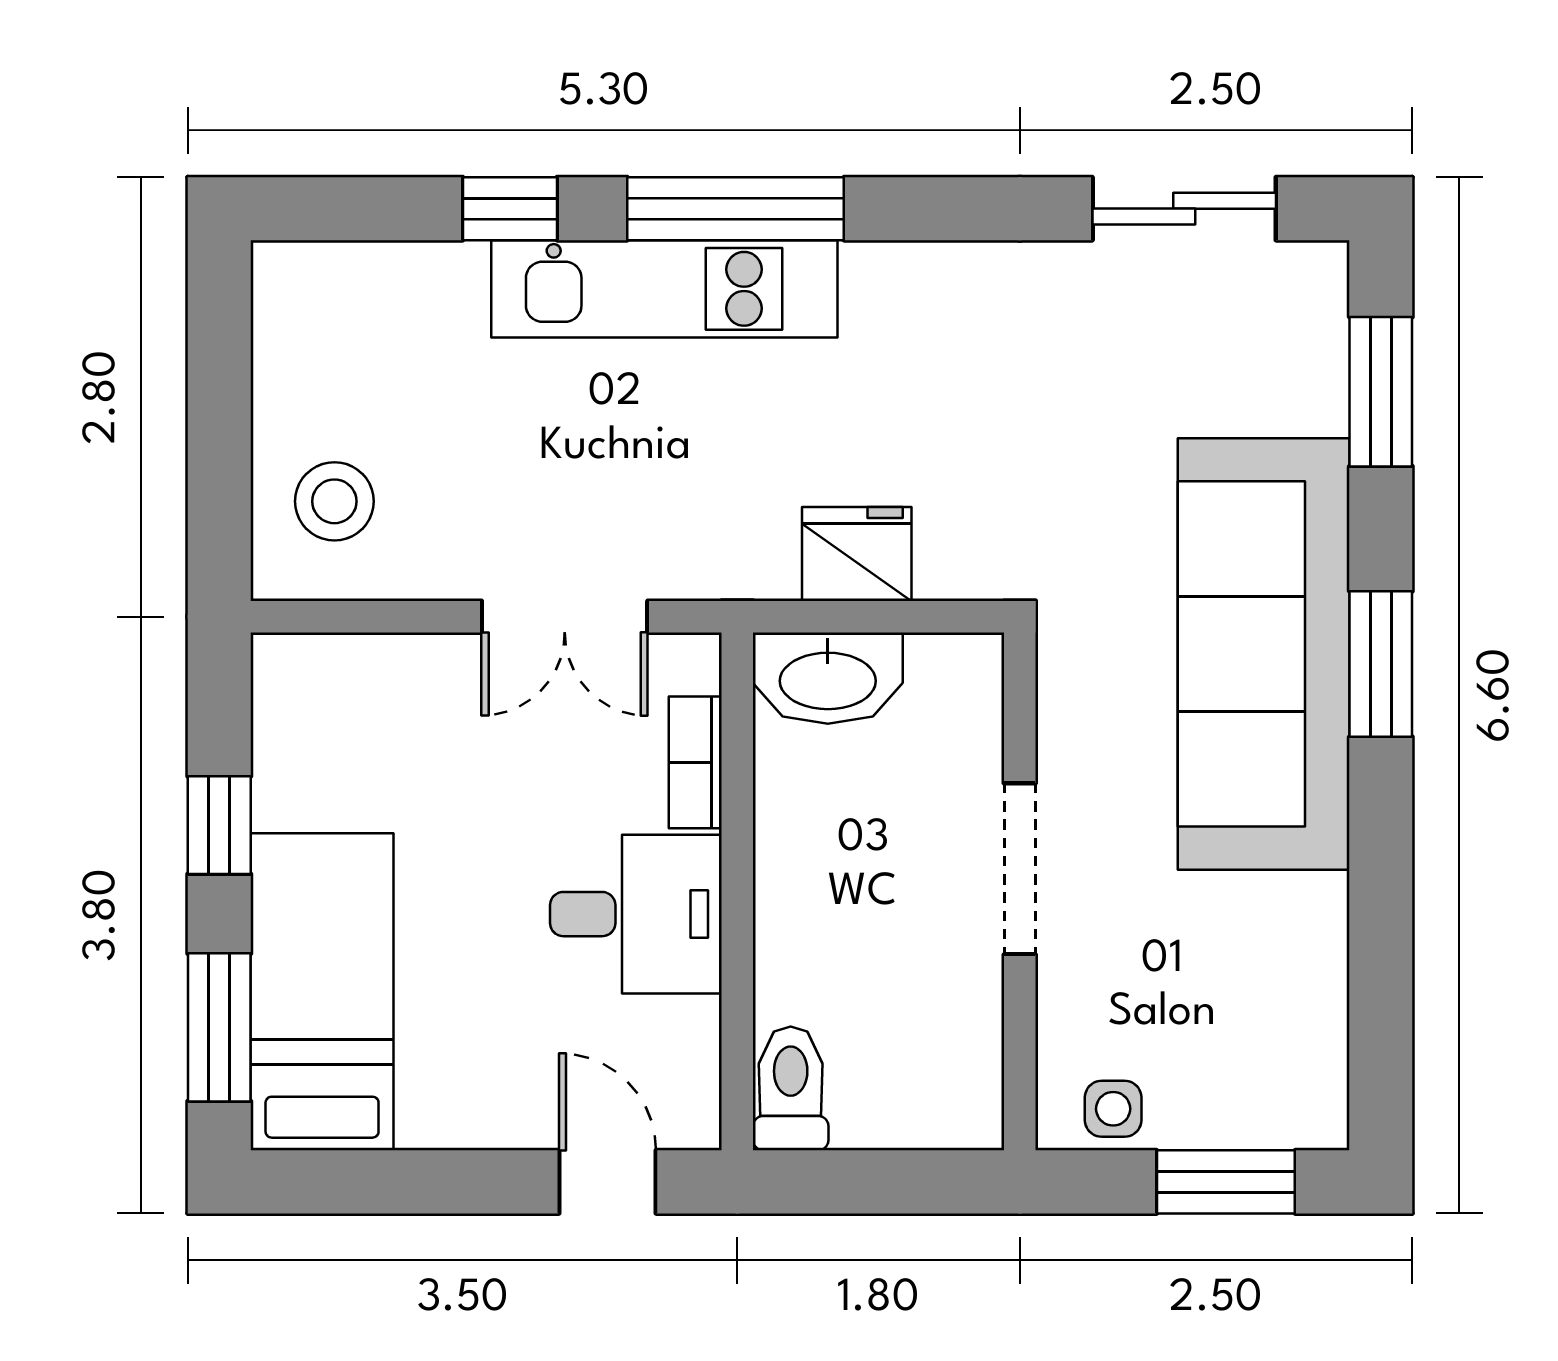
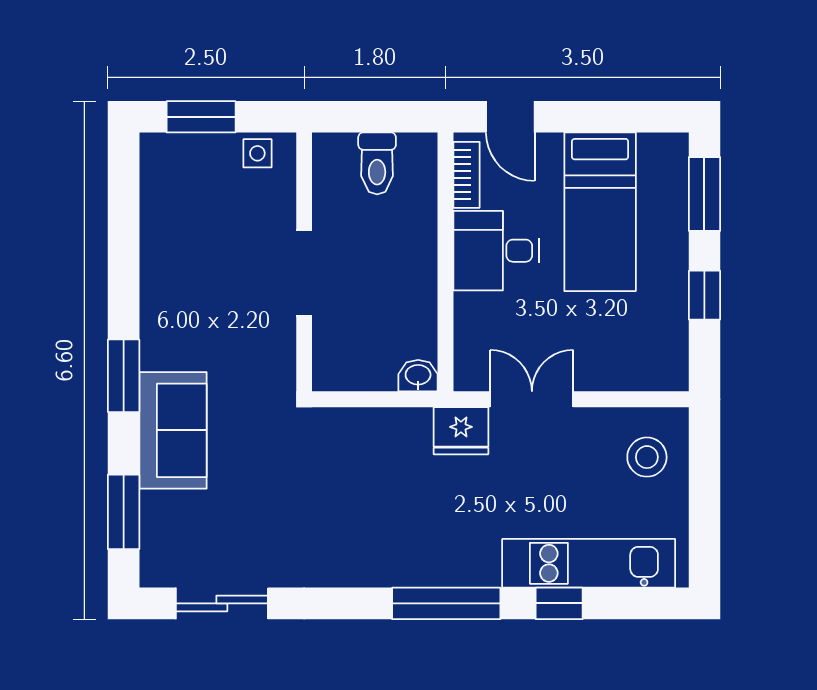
kitchen unit: (664, 289) -> (589, 563), moved
fridge: (857, 554) -> (461, 431), moved
sofa: (1264, 654) -> (173, 430), width x0.54, depth x0.79
washbasin: (828, 678) -> (418, 376), width x0.52, depth x0.69
bookcase: (695, 762) -> (466, 175), moved
bed: (322, 992) -> (600, 212), moved
toilet: (791, 1088) -> (377, 163), moved

